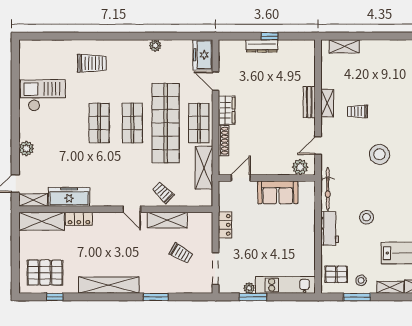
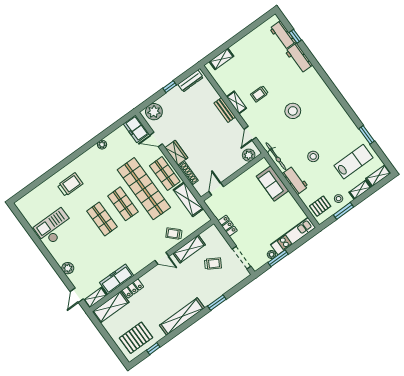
dresser: (262, 46) -> (190, 81), moved
plant: (234, 50) -> (154, 112), added
sofa: (278, 192) -> (273, 183), moved, turned 90

